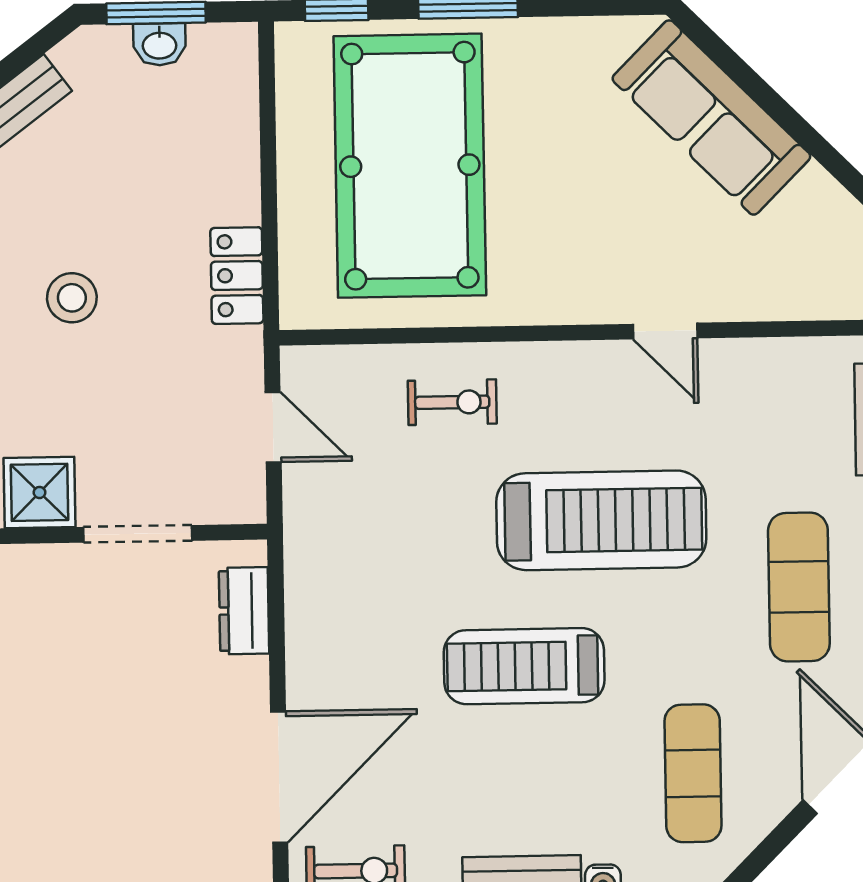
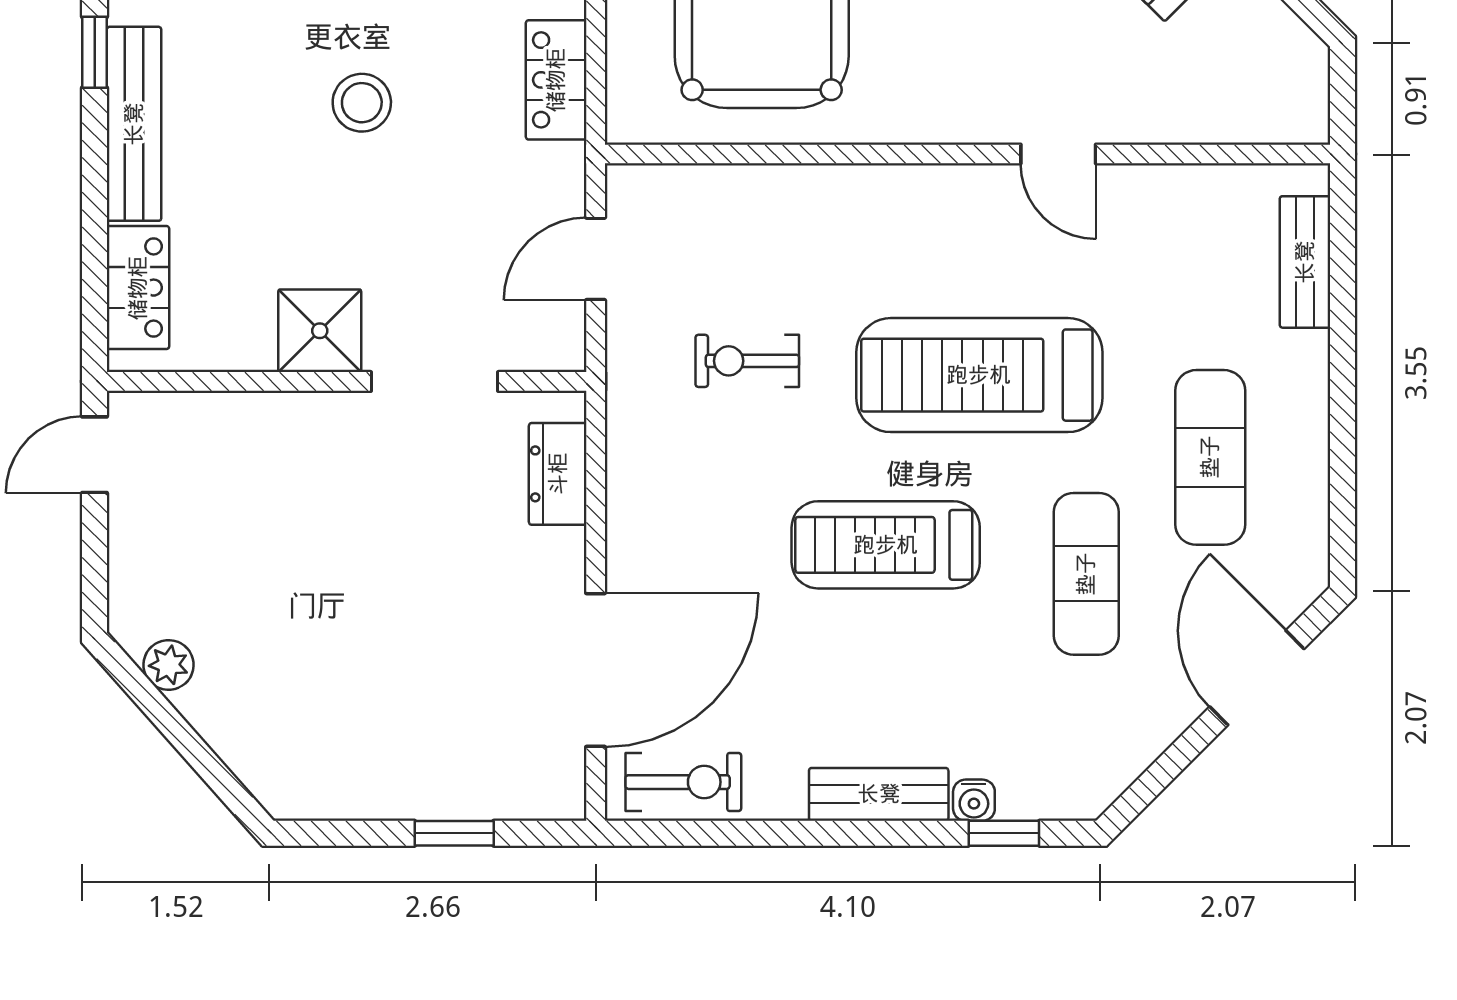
exercise bike: (452, 402) -> (747, 361), moved, turned 180
door: (273, 427) -> (596, 259), swing flipped
treadmill: (601, 520) -> (979, 375), turned 180
exercise mat: (693, 773) -> (1086, 574), moved

